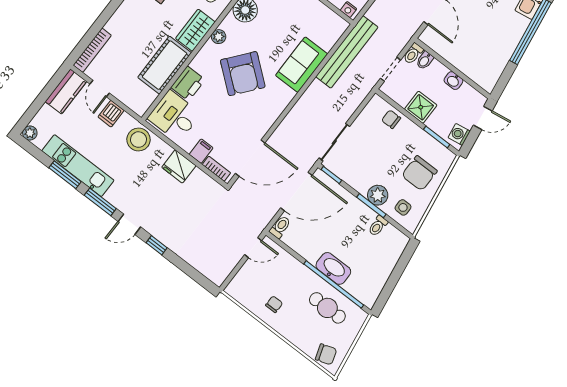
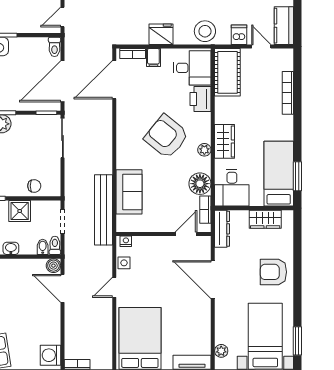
boiler: (428, 37) -> (53, 266), added
bookcase: (92, 50) -> (288, 93), moved
cot: (165, 65) -> (227, 72), moved
sofa: (302, 65) -> (129, 192), moved

